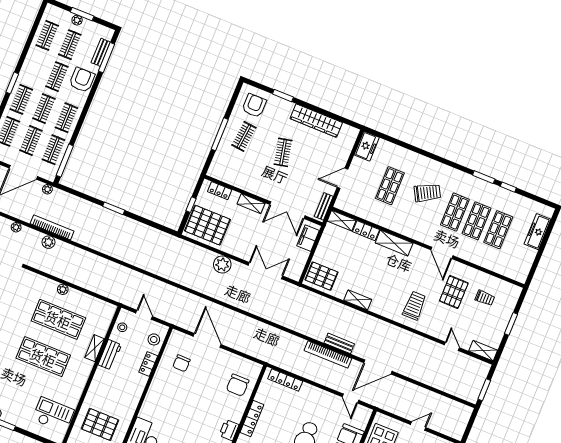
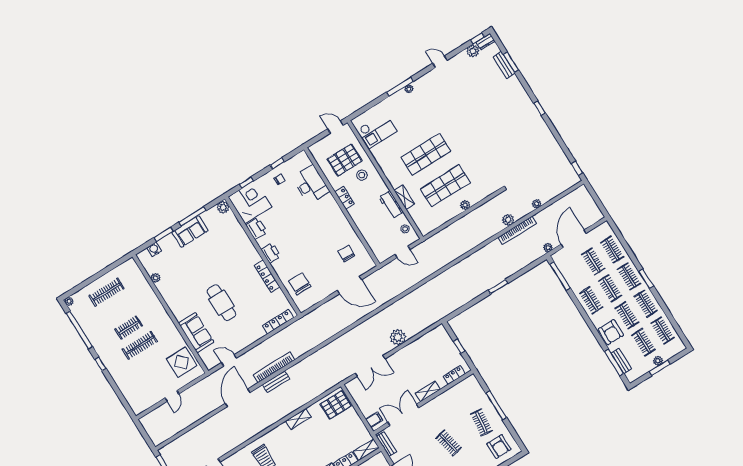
clothes rail: (53, 150) -> (646, 303), moved
pallet: (207, 225) -> (435, 347), removed
filing cabinet: (308, 238) -> (374, 420), width x0.50
stool: (154, 339) -> (362, 175), moved
locker: (148, 364) -> (345, 198), moved

